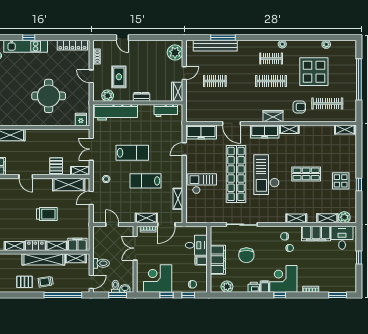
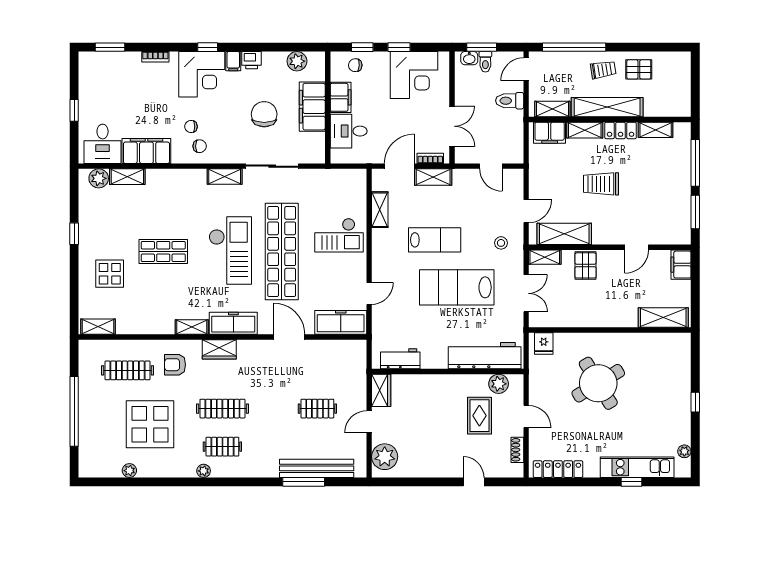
round table: (49, 96) -> (598, 383), turned -31
dresser: (142, 97) -> (441, 382), removed
lab bench: (132, 153) -> (457, 287), width x1.36, depth x1.39
door: (26, 177) -> (637, 247), swing flipped
display table: (341, 181) -> (110, 274), moved
shelving: (296, 218) -> (225, 177), moved
filing cabinet: (201, 261) -> (341, 97), width x2.00

